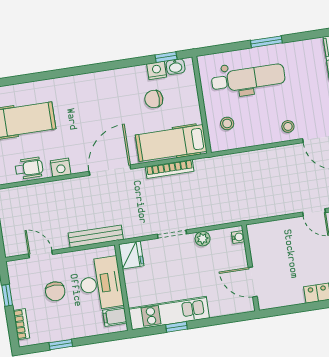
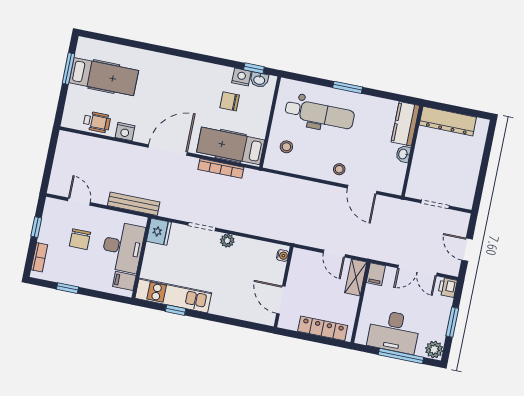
water cooler: (238, 237) -> (283, 256), moved
wall: (251, 268) -> (284, 287), moved
door: (253, 282) -> (281, 300), moved

